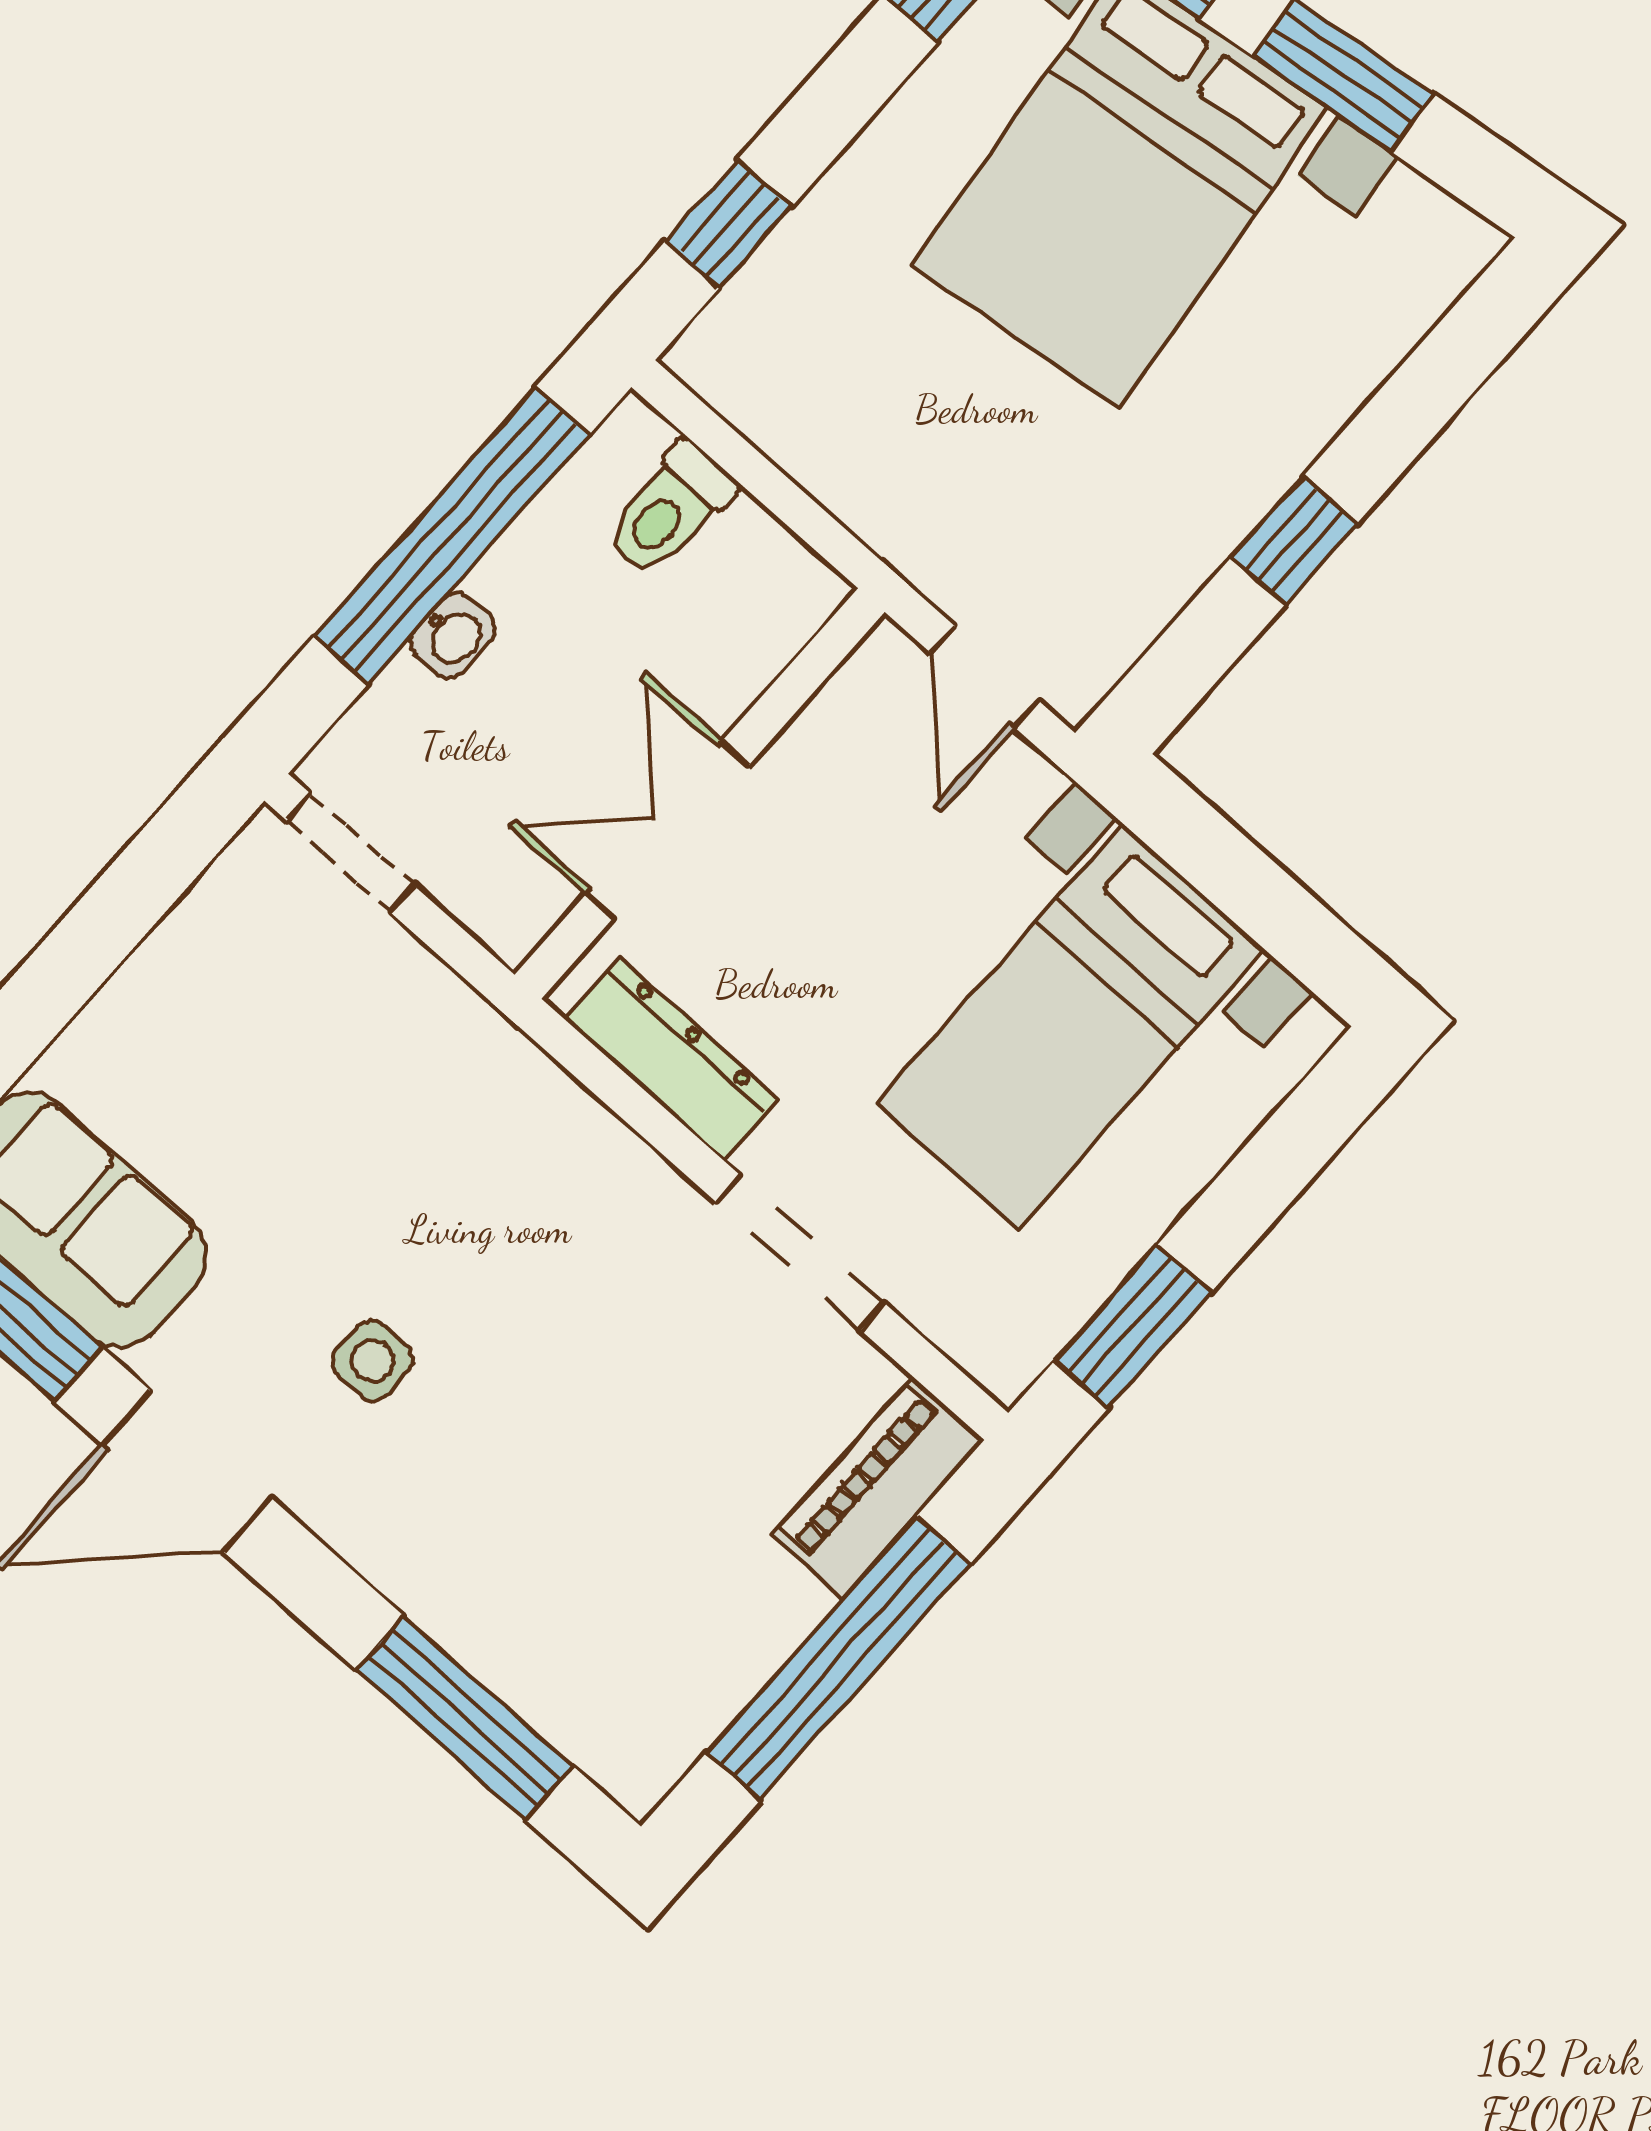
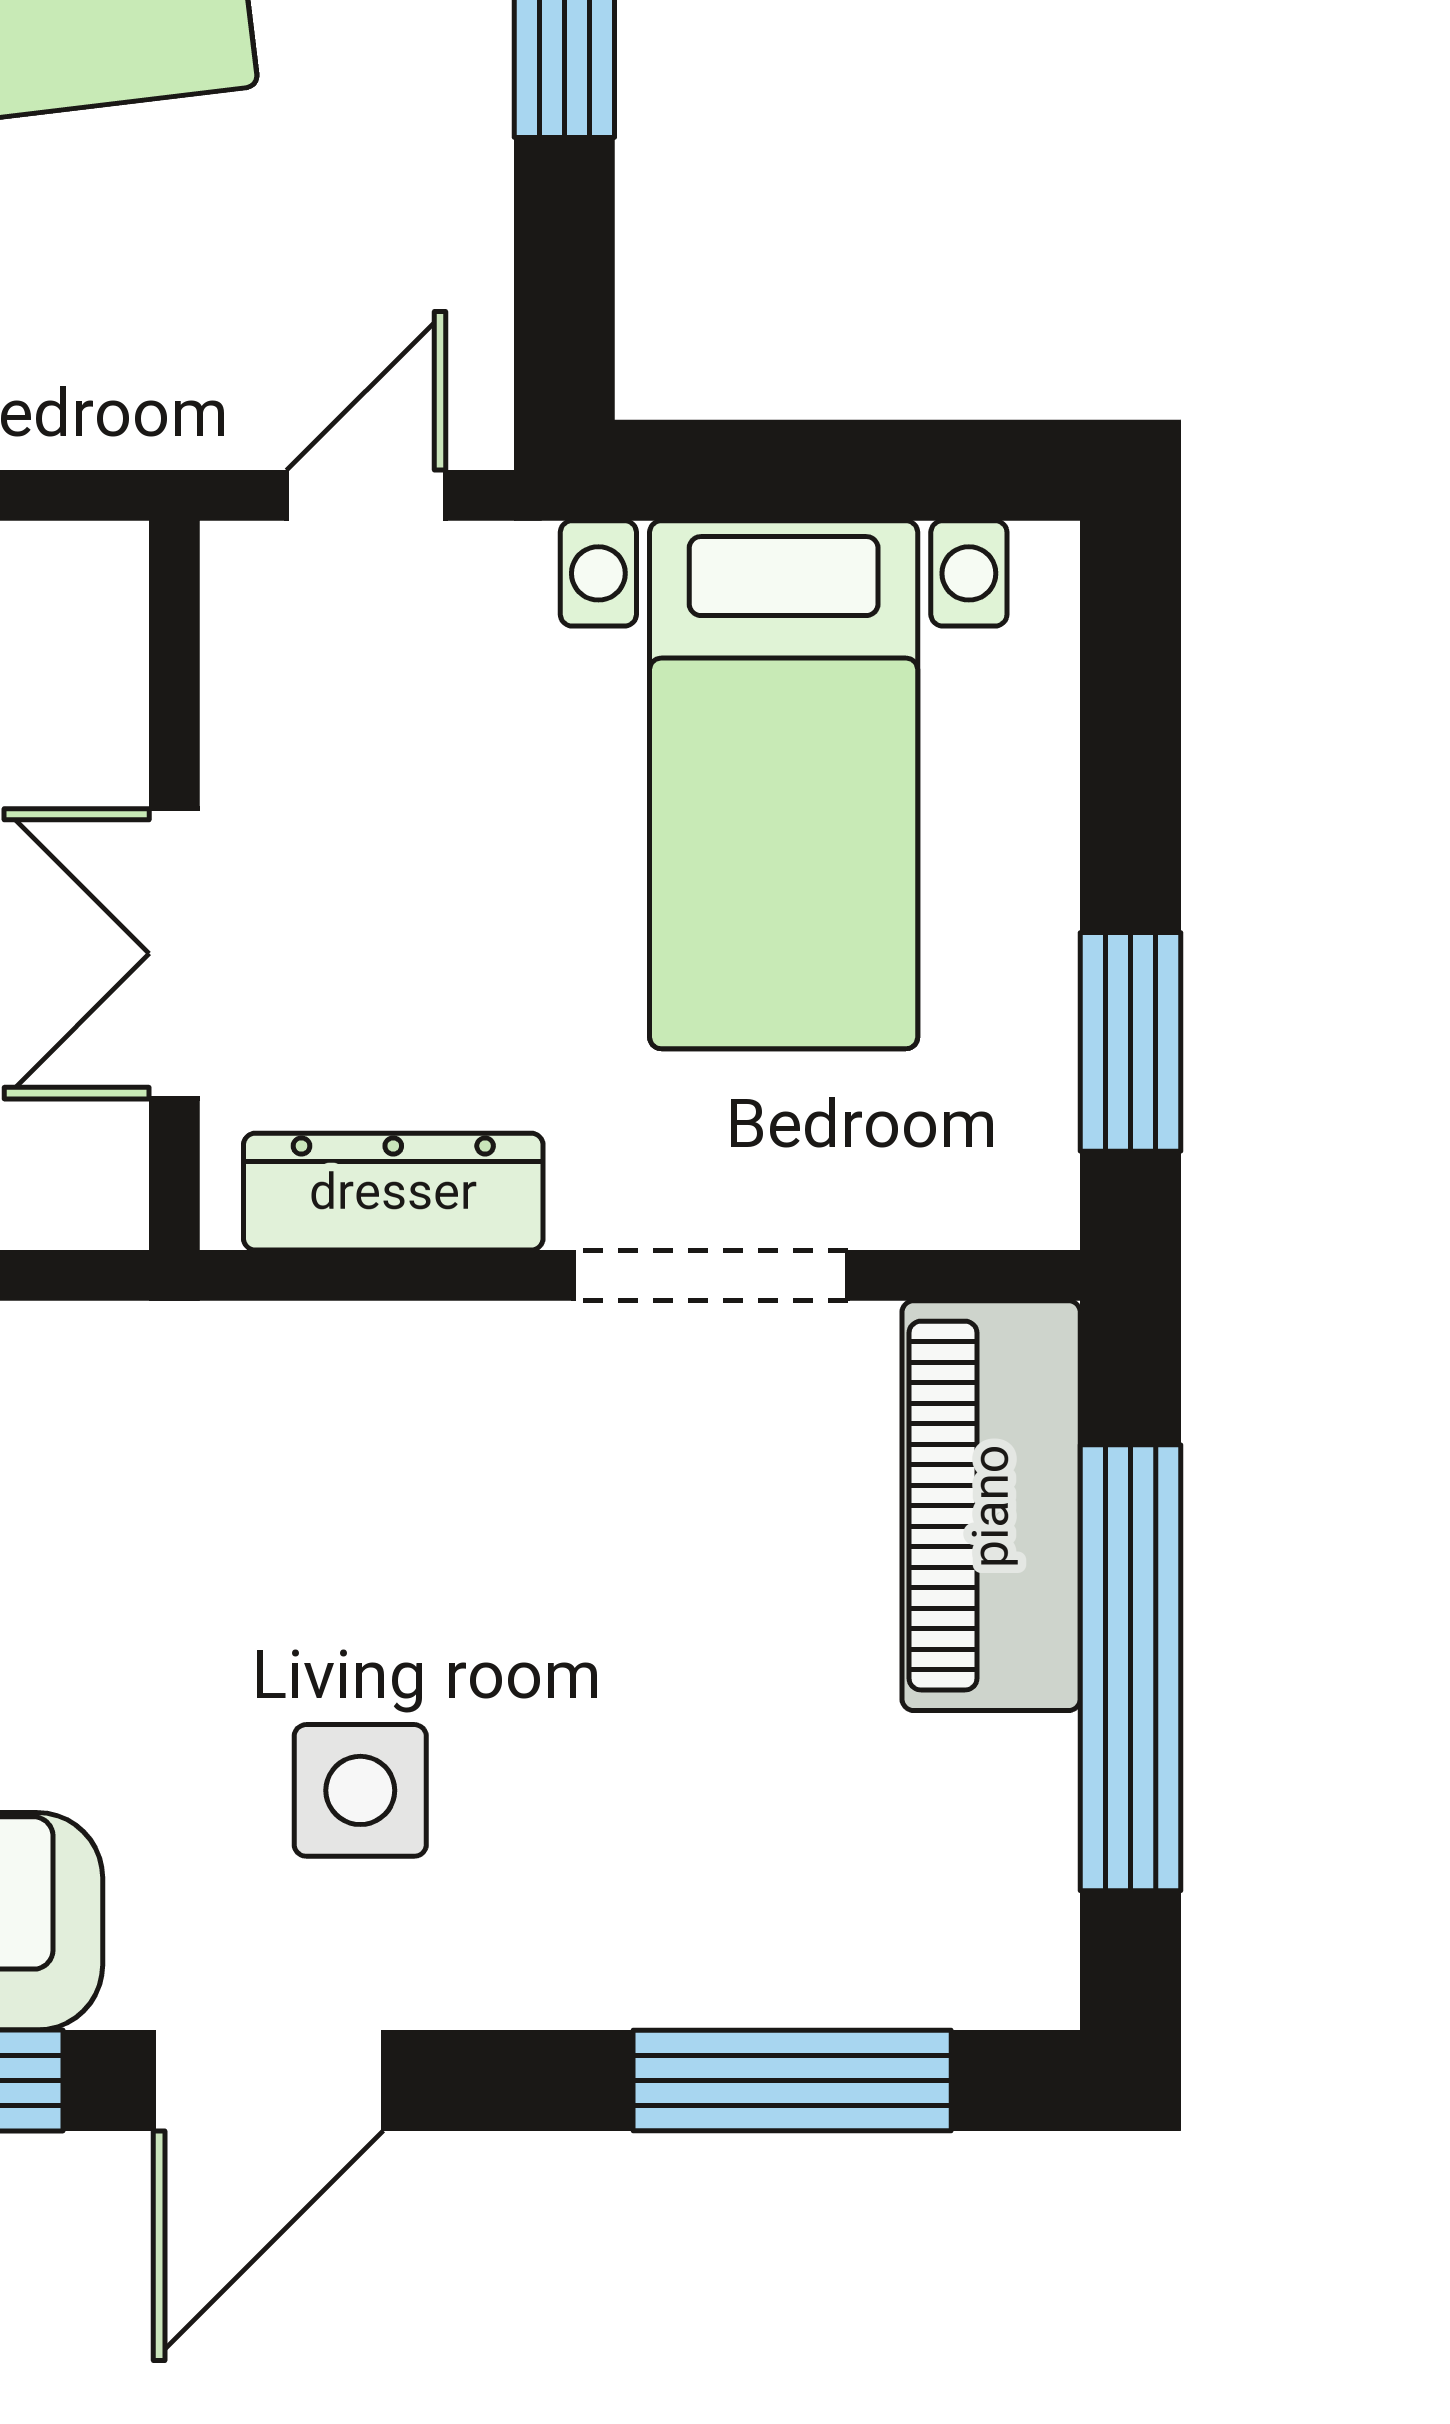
door: (985, 677) -> (366, 495), swing flipped
side table: (372, 1361) -> (360, 1790), width x1.37, depth x1.37
piano: (878, 1488) -> (991, 1506), width x1.37, depth x1.33

